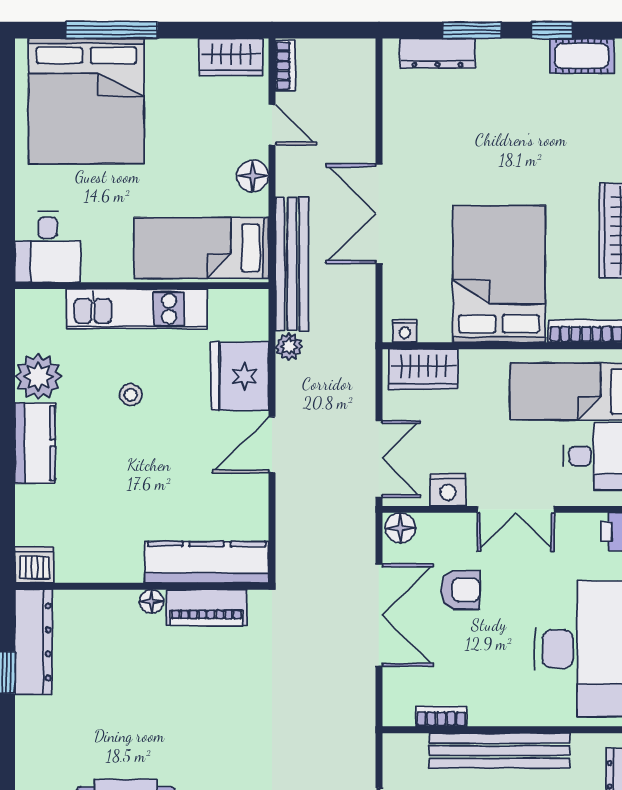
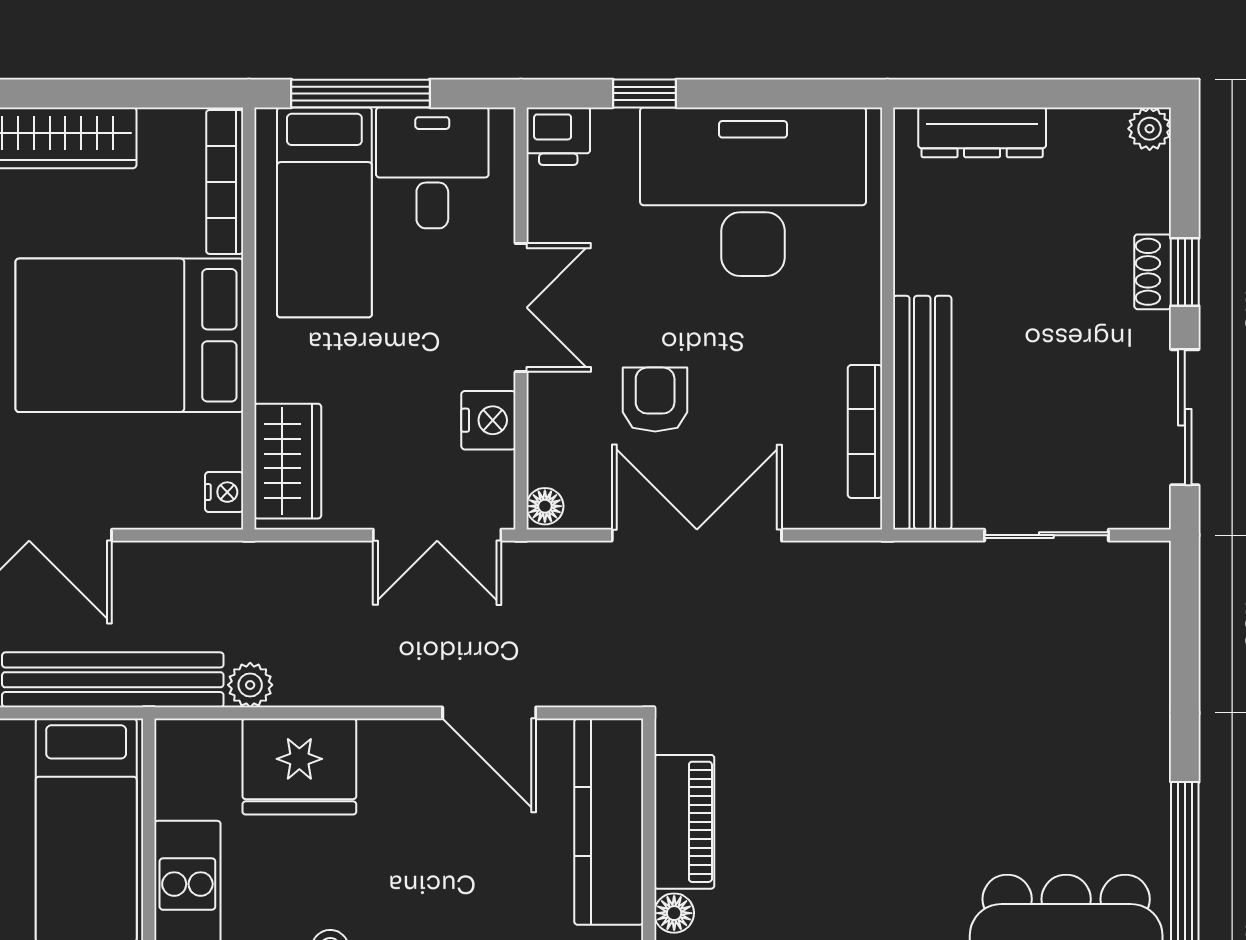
door: (272, 445) -> (489, 713), moved
double door: (379, 459) -> (437, 535), swing flipped
floor lamp: (400, 528) -> (545, 506), width x0.73, depth x0.73
bookcase: (441, 716) -> (865, 431), width x1.56
bench: (500, 751) -> (922, 413), moved

